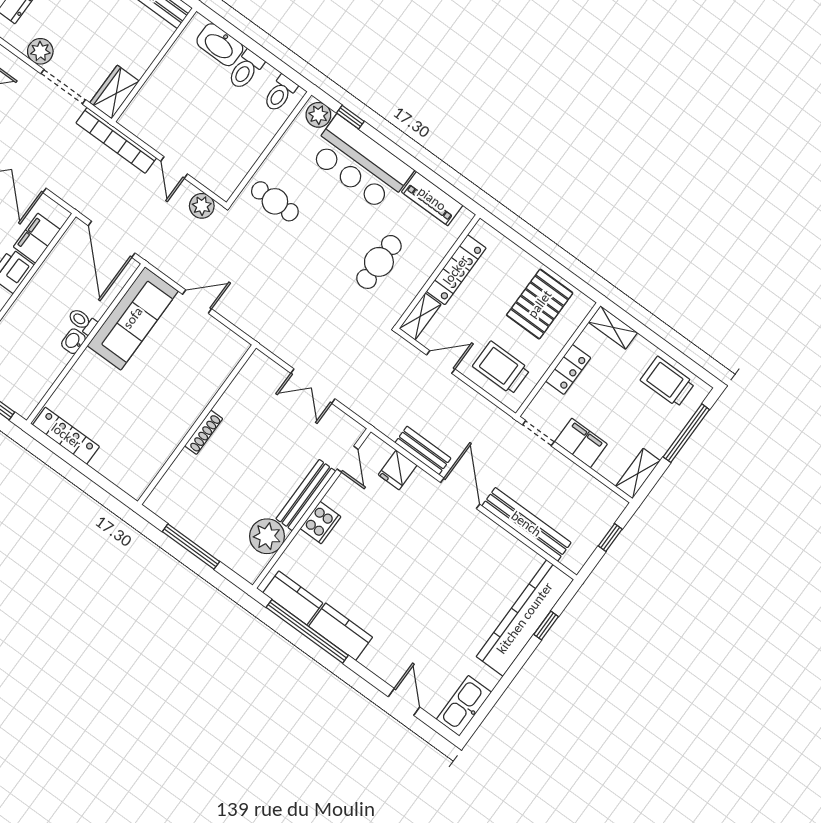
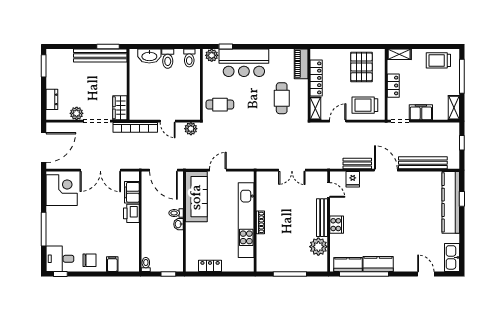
piano: (432, 199) -> (301, 64), moved, turned 90
kitchen unit: (184, 412) -> (246, 220), added
locker: (66, 436) -> (210, 266), width x0.66

